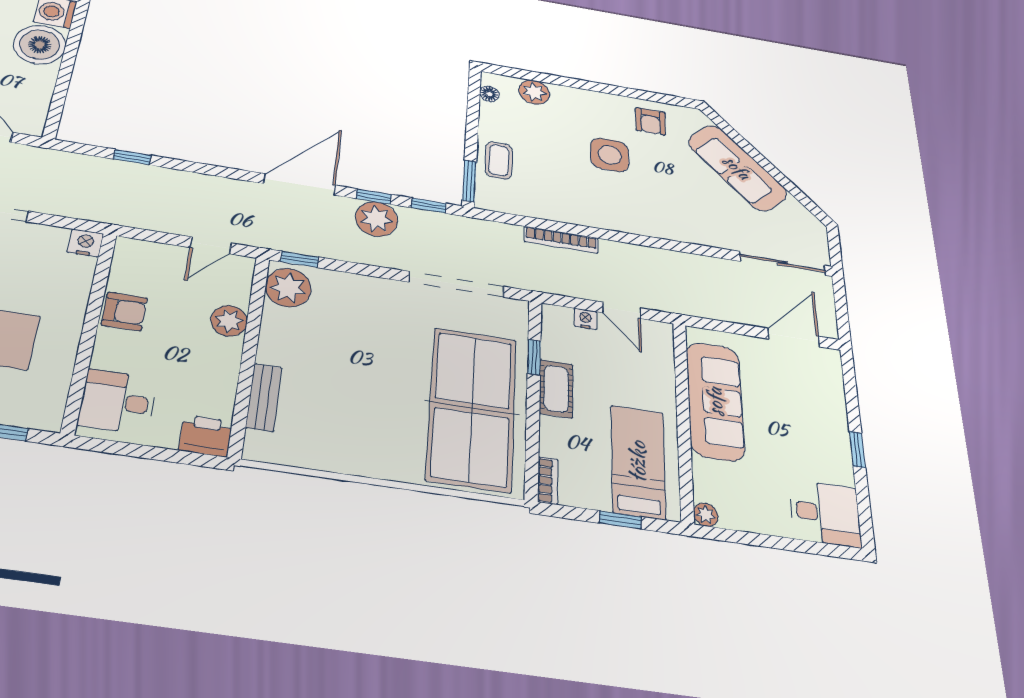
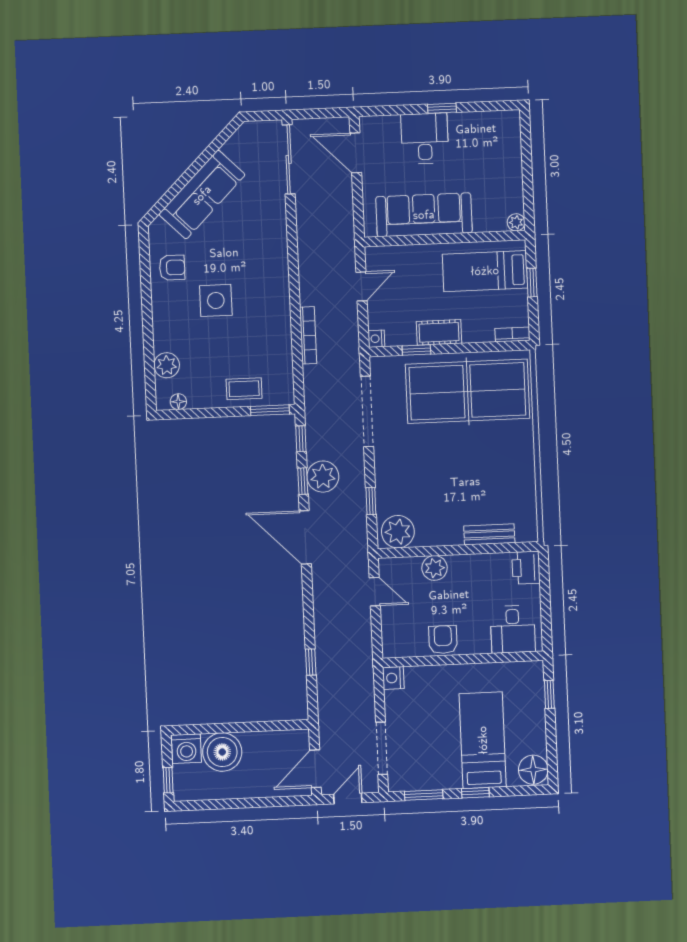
window: (299, 259) -> (371, 501), moved
nightstand: (585, 319) -> (376, 339), moved
desk: (825, 513) -> (425, 138), moved

